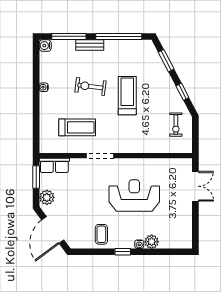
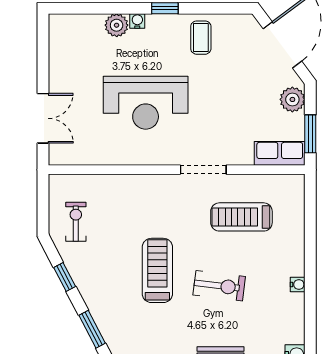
treadmill: (127, 96) -> (157, 270), turned 180
double door: (195, 186) -> (43, 118), swing flipped

